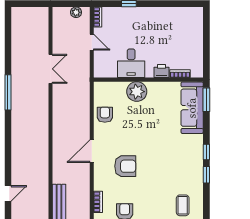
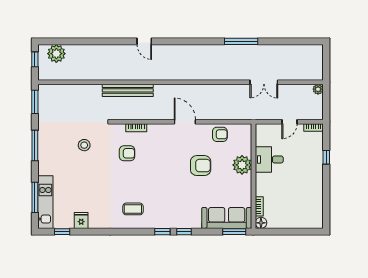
plant: (76, 12) -> (318, 89), moved
printer: (161, 71) -> (262, 189), removed
floor lamp: (197, 72) -> (261, 223), added
armchair: (125, 166) -> (201, 166), moved, turned -90

